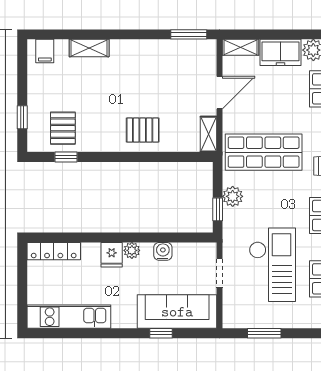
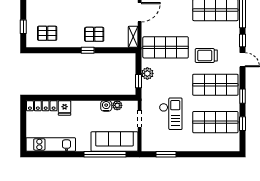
pallet: (63, 128) -> (47, 33), turned 90
window: (66, 157) -> (88, 50), moved
plant: (132, 250) -> (117, 105), moved
fridge: (112, 255) -> (65, 108), moved
checkout: (272, 265) -> (171, 114), width x0.73, depth x0.83
window: (161, 333) -> (105, 154), width x3.17

